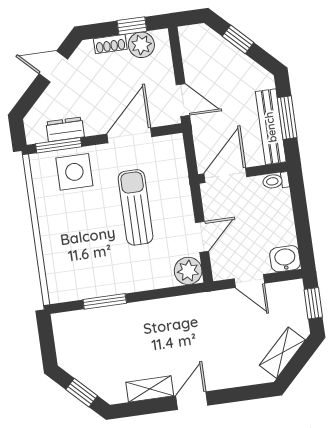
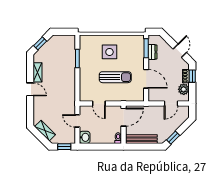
window: (132, 26) -> (192, 76), moved
window: (238, 39) -> (173, 138), moved
door: (183, 100) -> (171, 104), moved
window: (287, 118) -> (144, 147), removed
side table: (74, 172) -> (109, 52), moved
door: (225, 175) -> (124, 117), hinge flipped
plant: (188, 271) -> (85, 96), removed
door: (249, 281) -> (77, 121), hinge flipped

